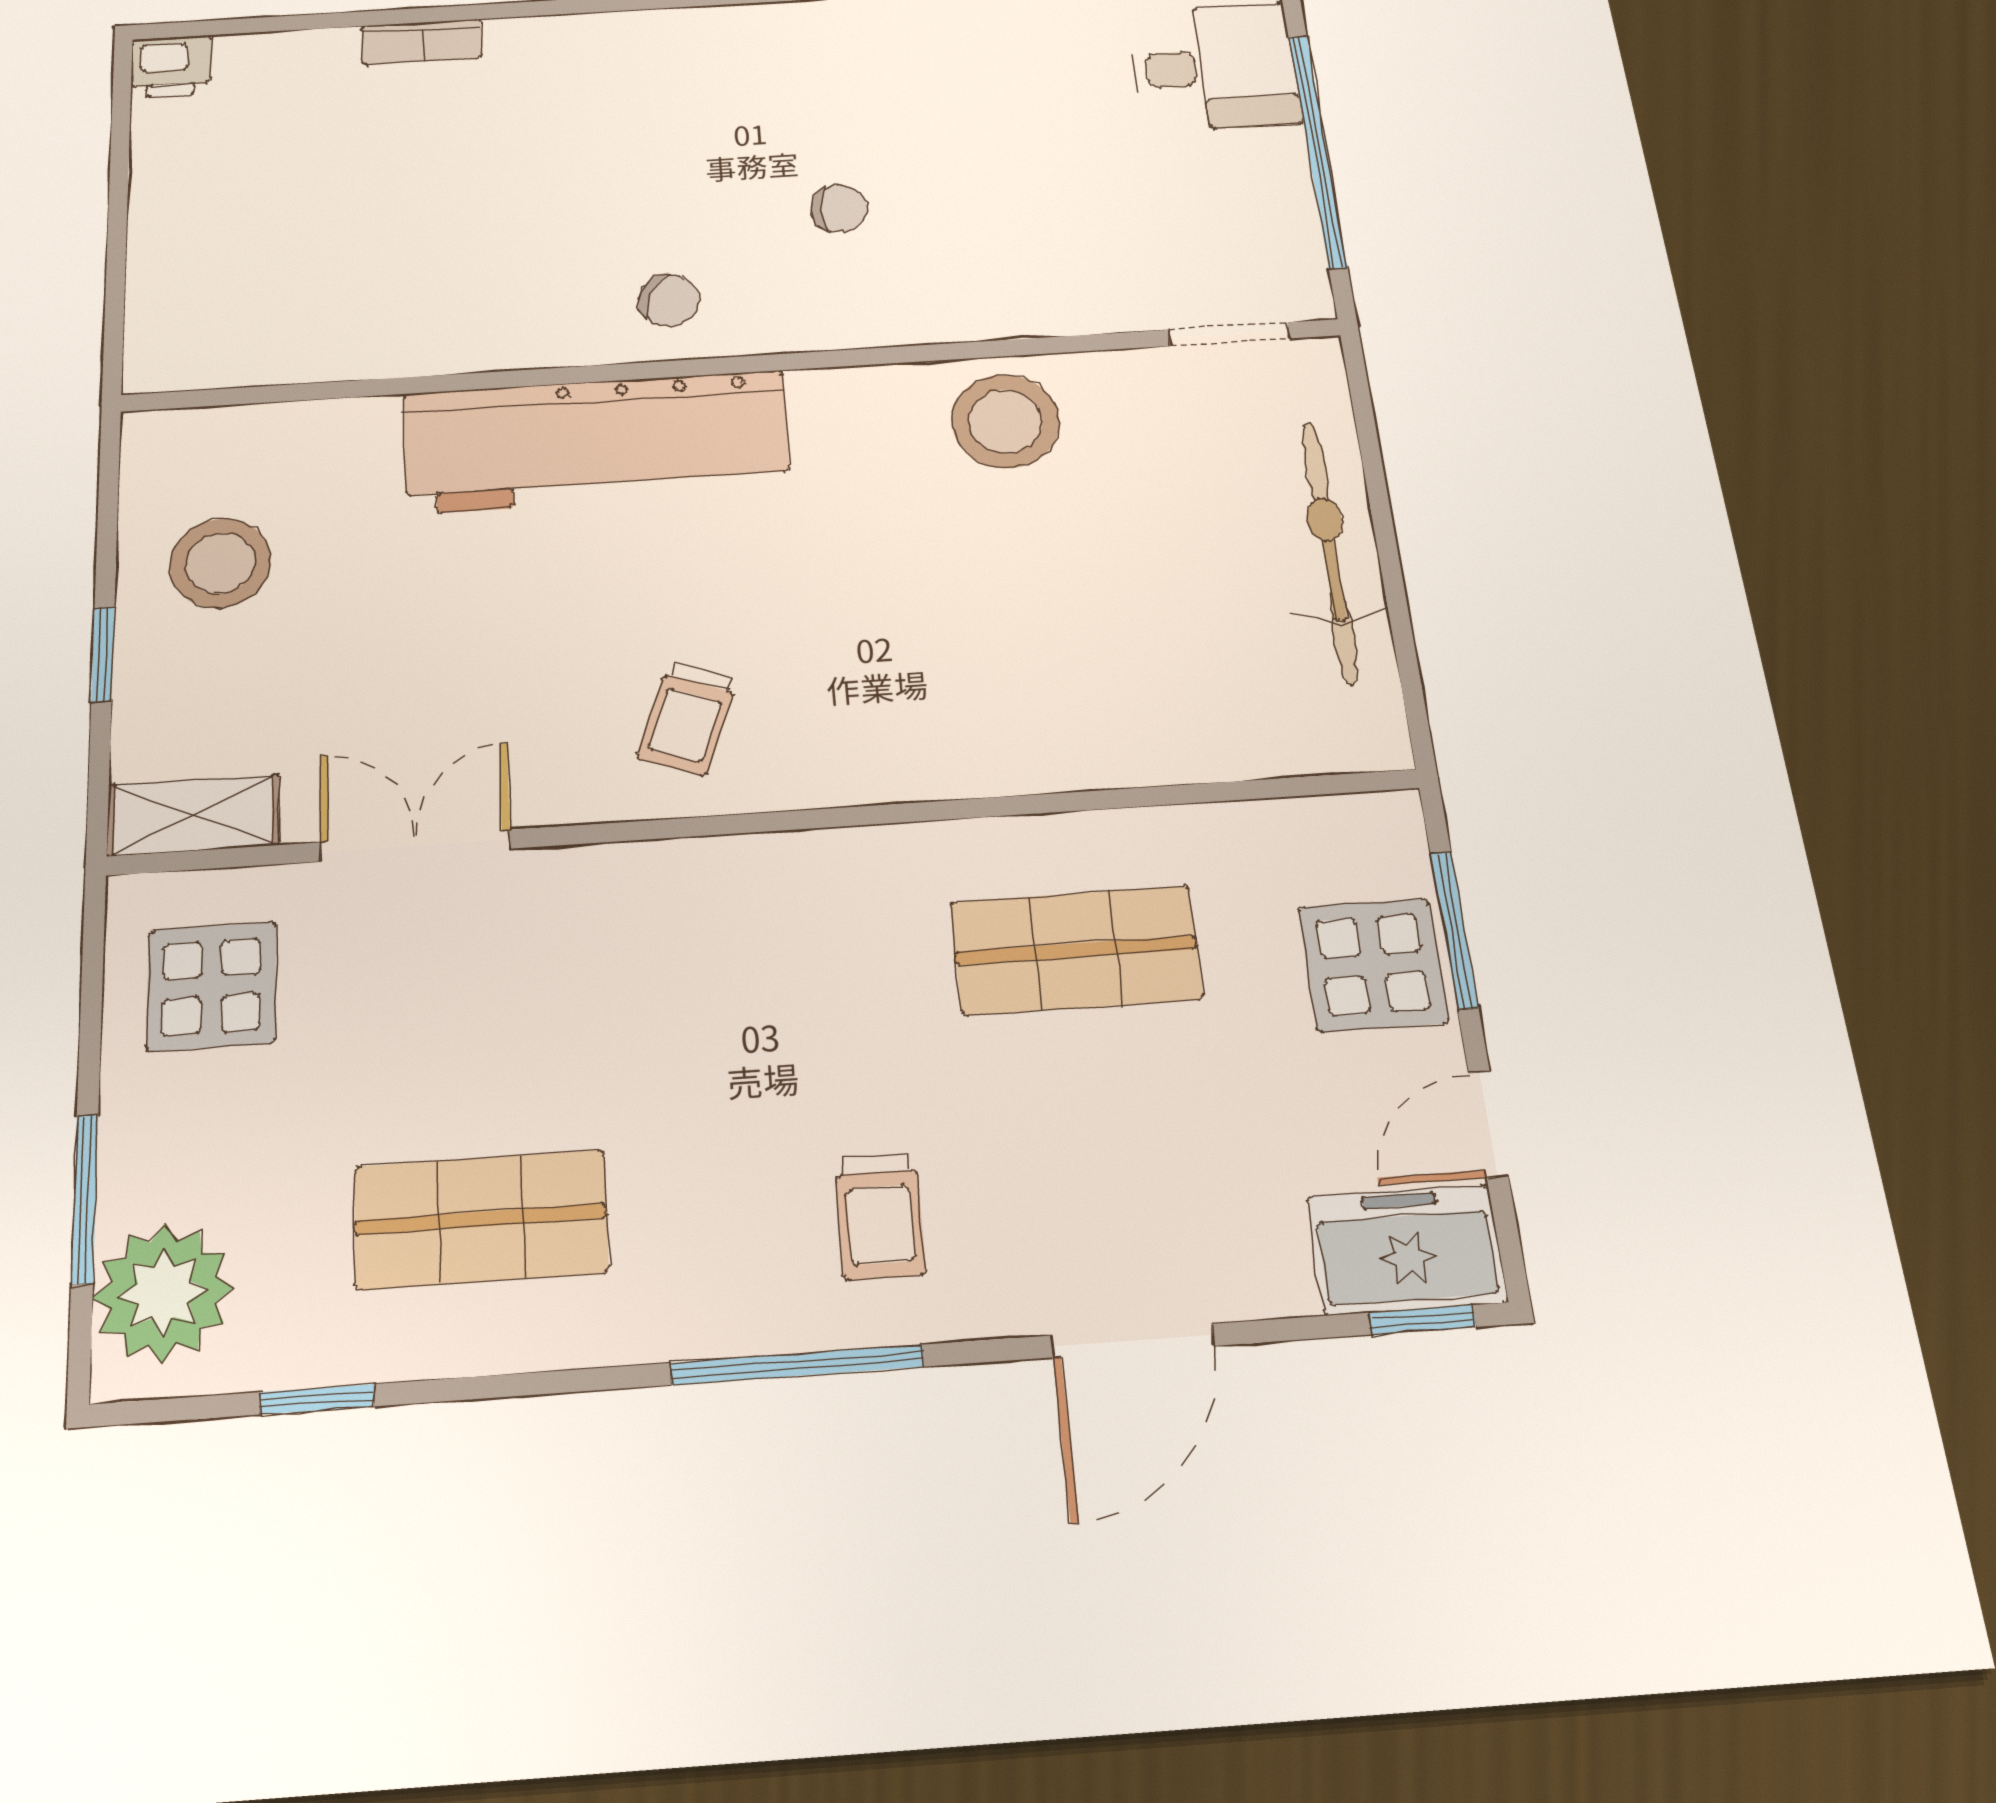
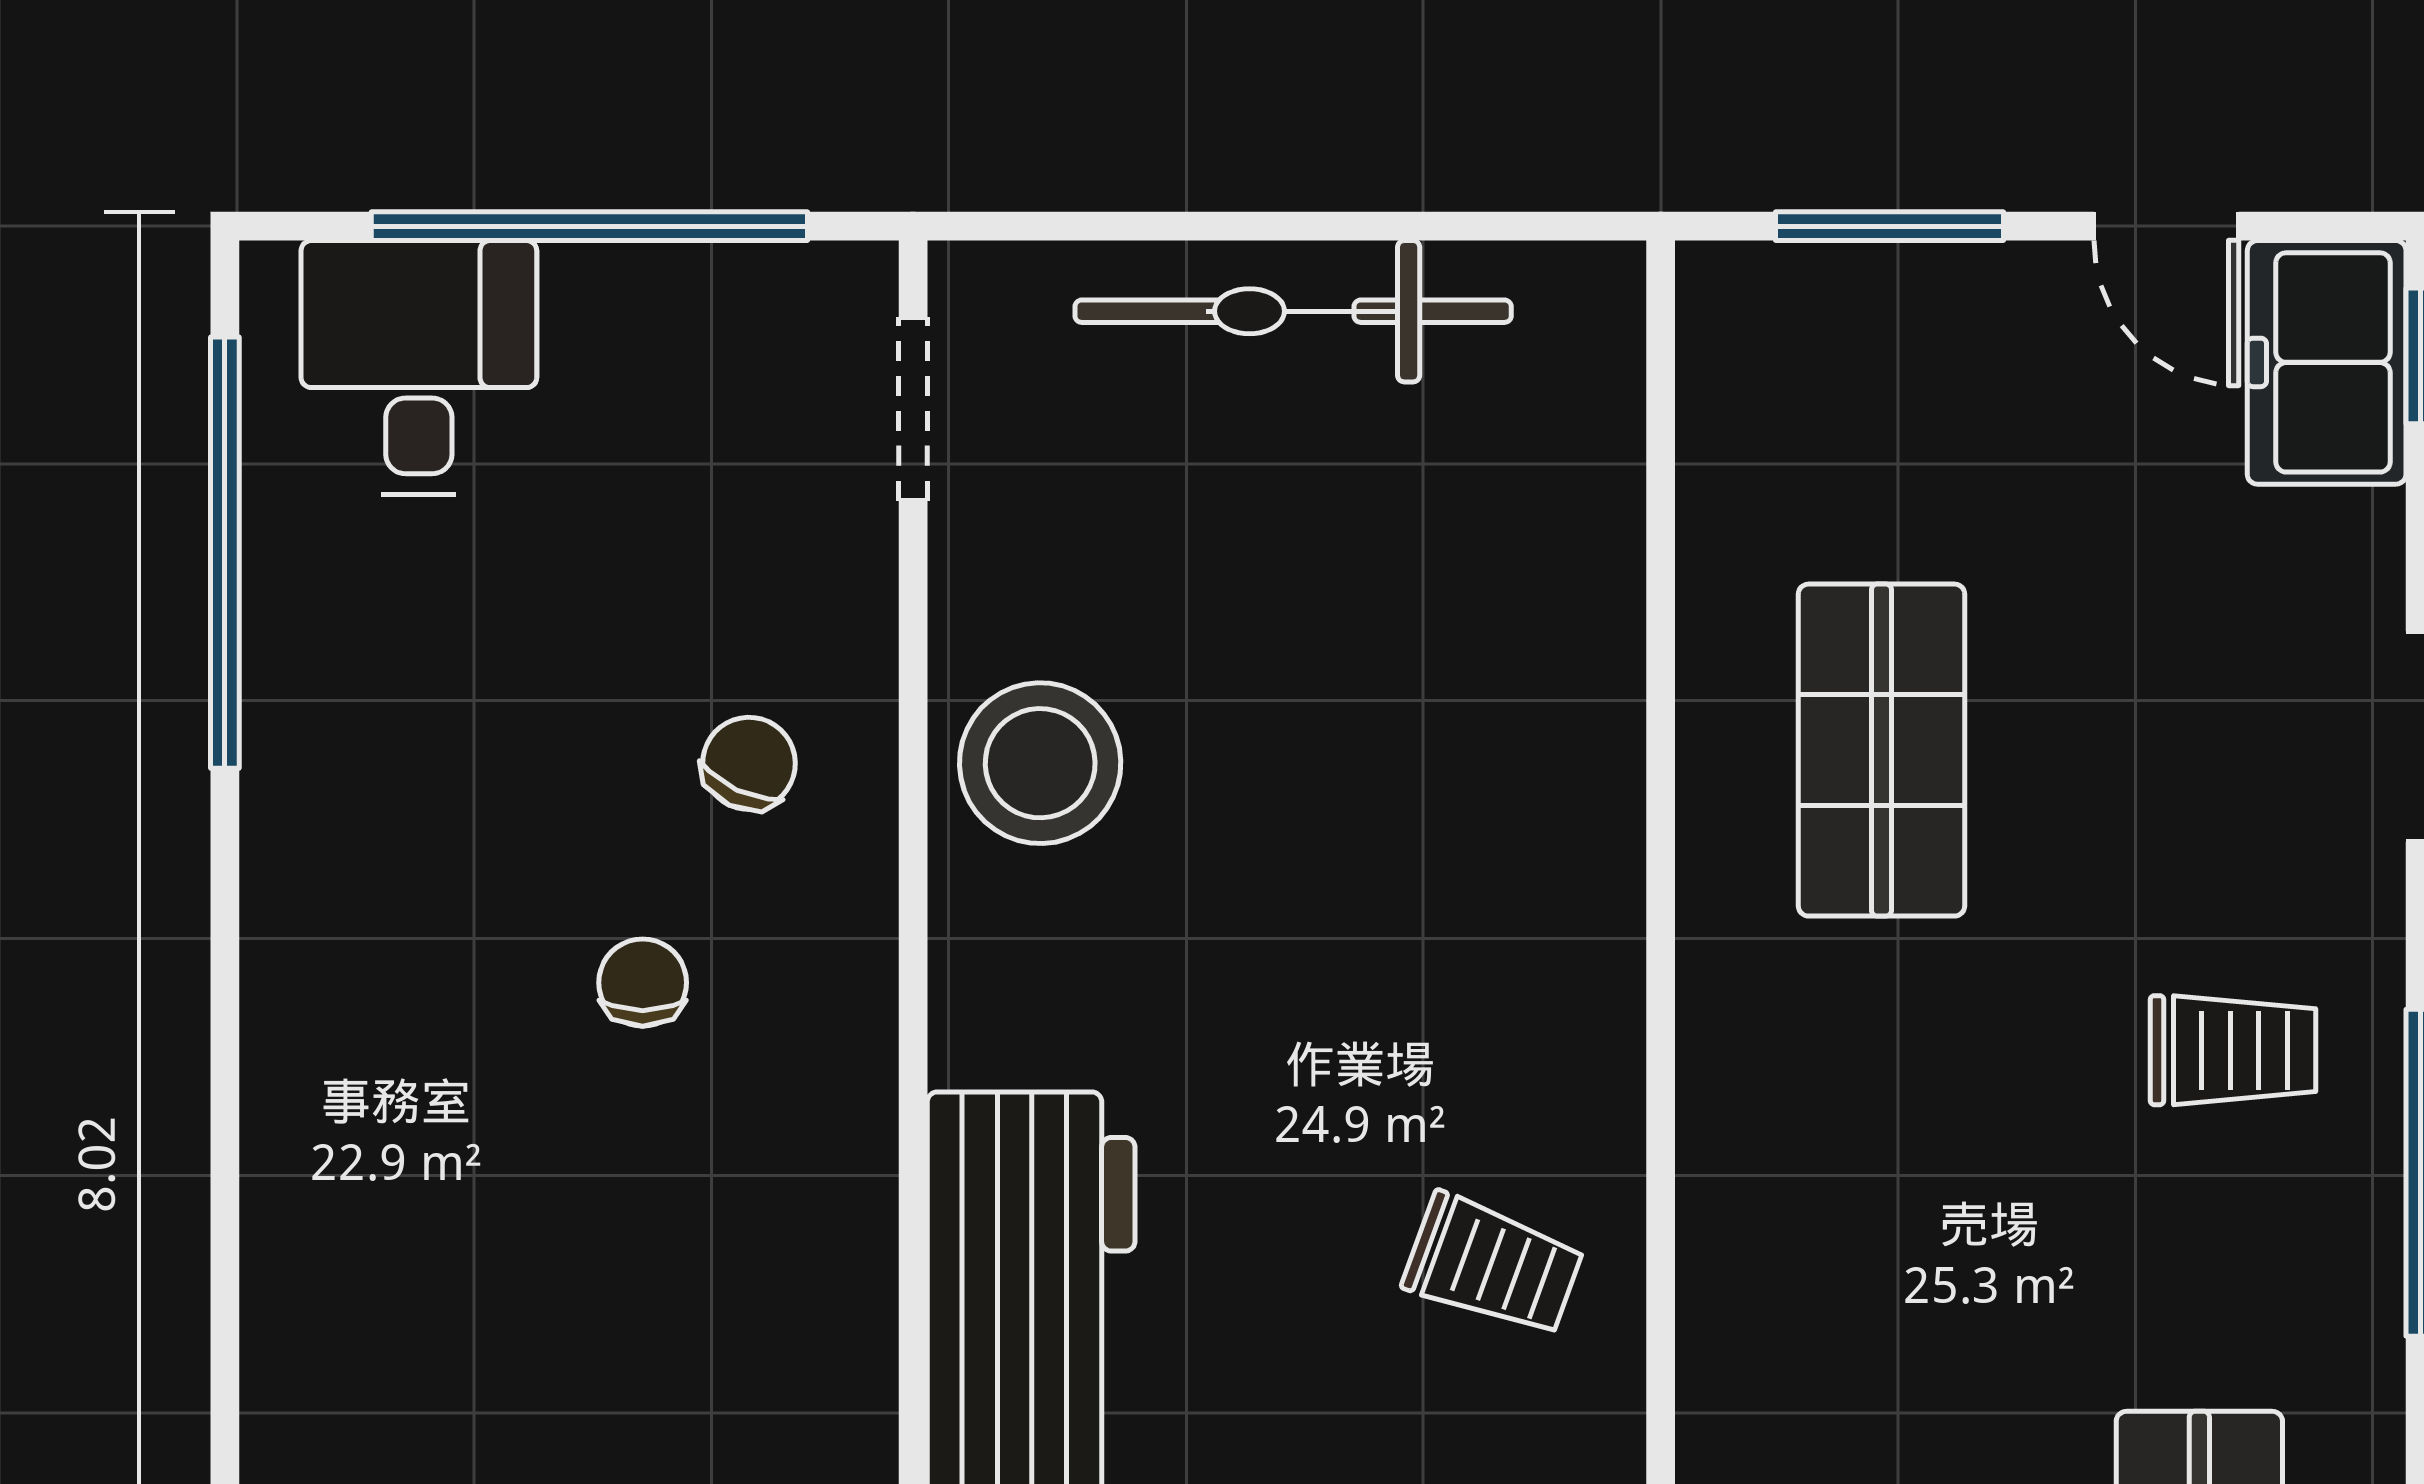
chair: (669, 300) -> (749, 763), moved
display table: (1373, 965) -> (1932, 346), removed

